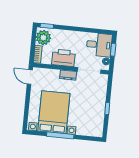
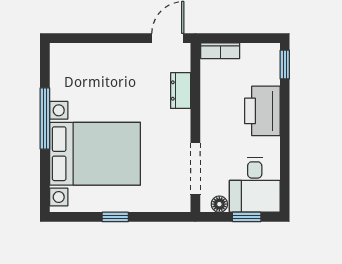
plant: (43, 38) -> (258, 60), removed
printer: (64, 58) -> (262, 111), moved, turned 180
dresser: (68, 75) -> (181, 91), moved
bed with nightstands: (54, 112) -> (95, 154), moved

